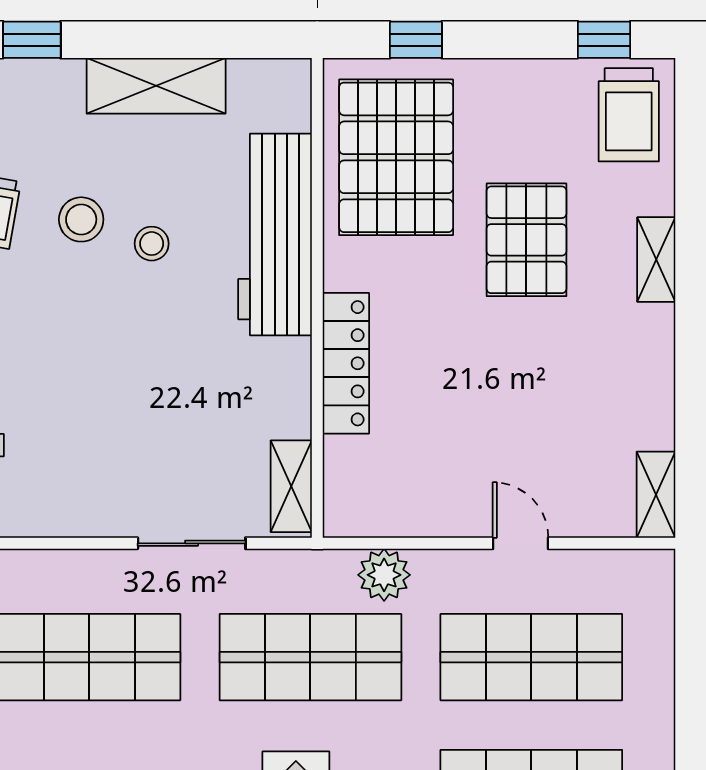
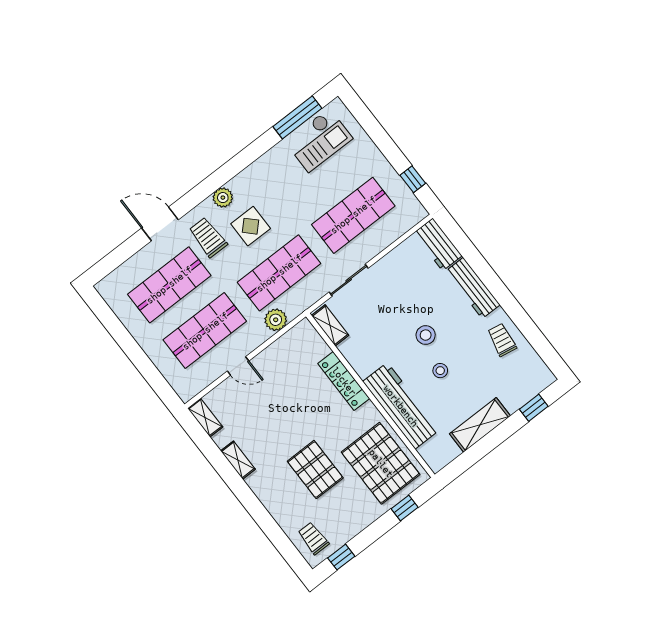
trolley: (629, 115) -> (313, 538), width x0.73, depth x0.72
stool: (81, 219) -> (426, 335), moved
shelving: (656, 260) -> (238, 460), moved

